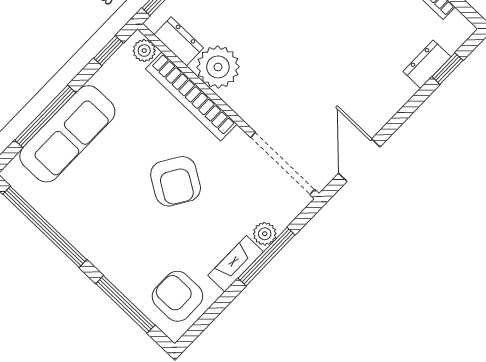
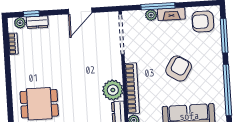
plant: (452, 39) -> (20, 23), added
door: (359, 160) -> (80, 11), moved
armchair: (176, 181) -> (179, 69), moved
armchair: (177, 296) -> (203, 21), turned 90

